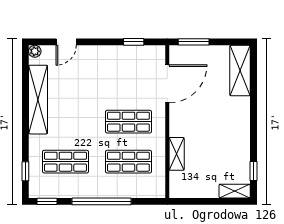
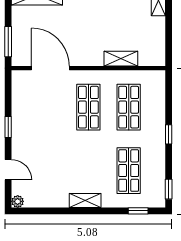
window: (134, 42) -> (8, 127), moved
shelving: (38, 100) -> (85, 201), width x0.45, depth x0.75
window: (101, 201) -> (169, 134), width x0.32

